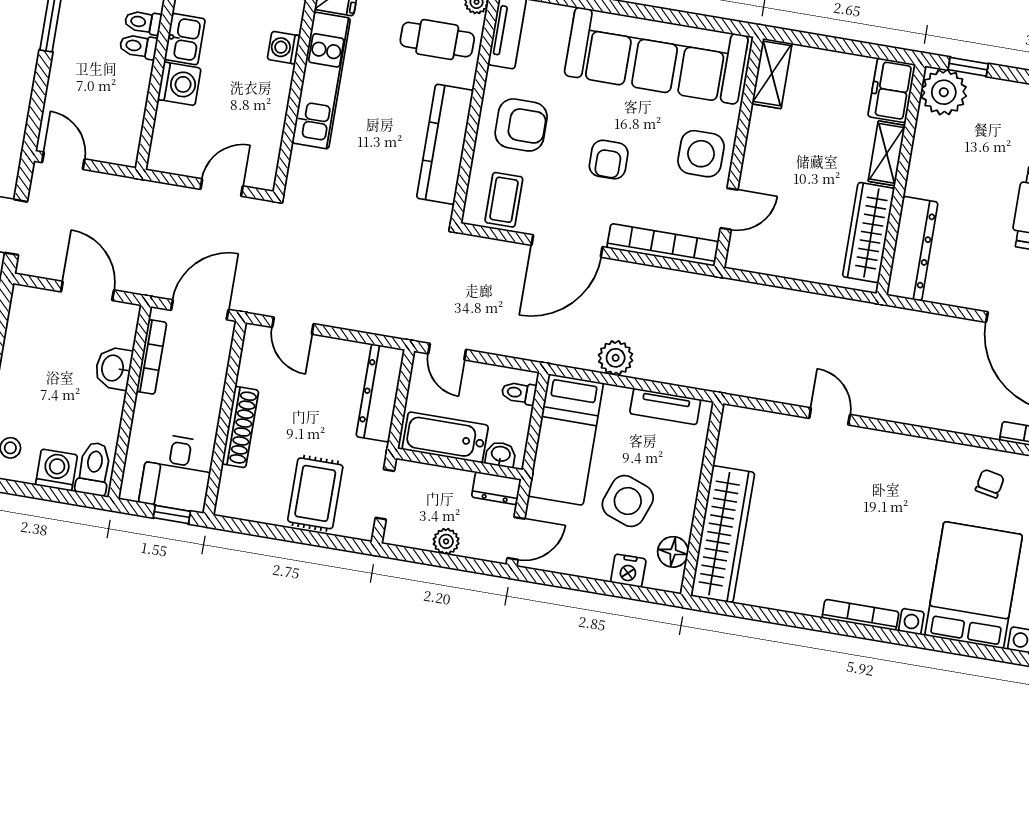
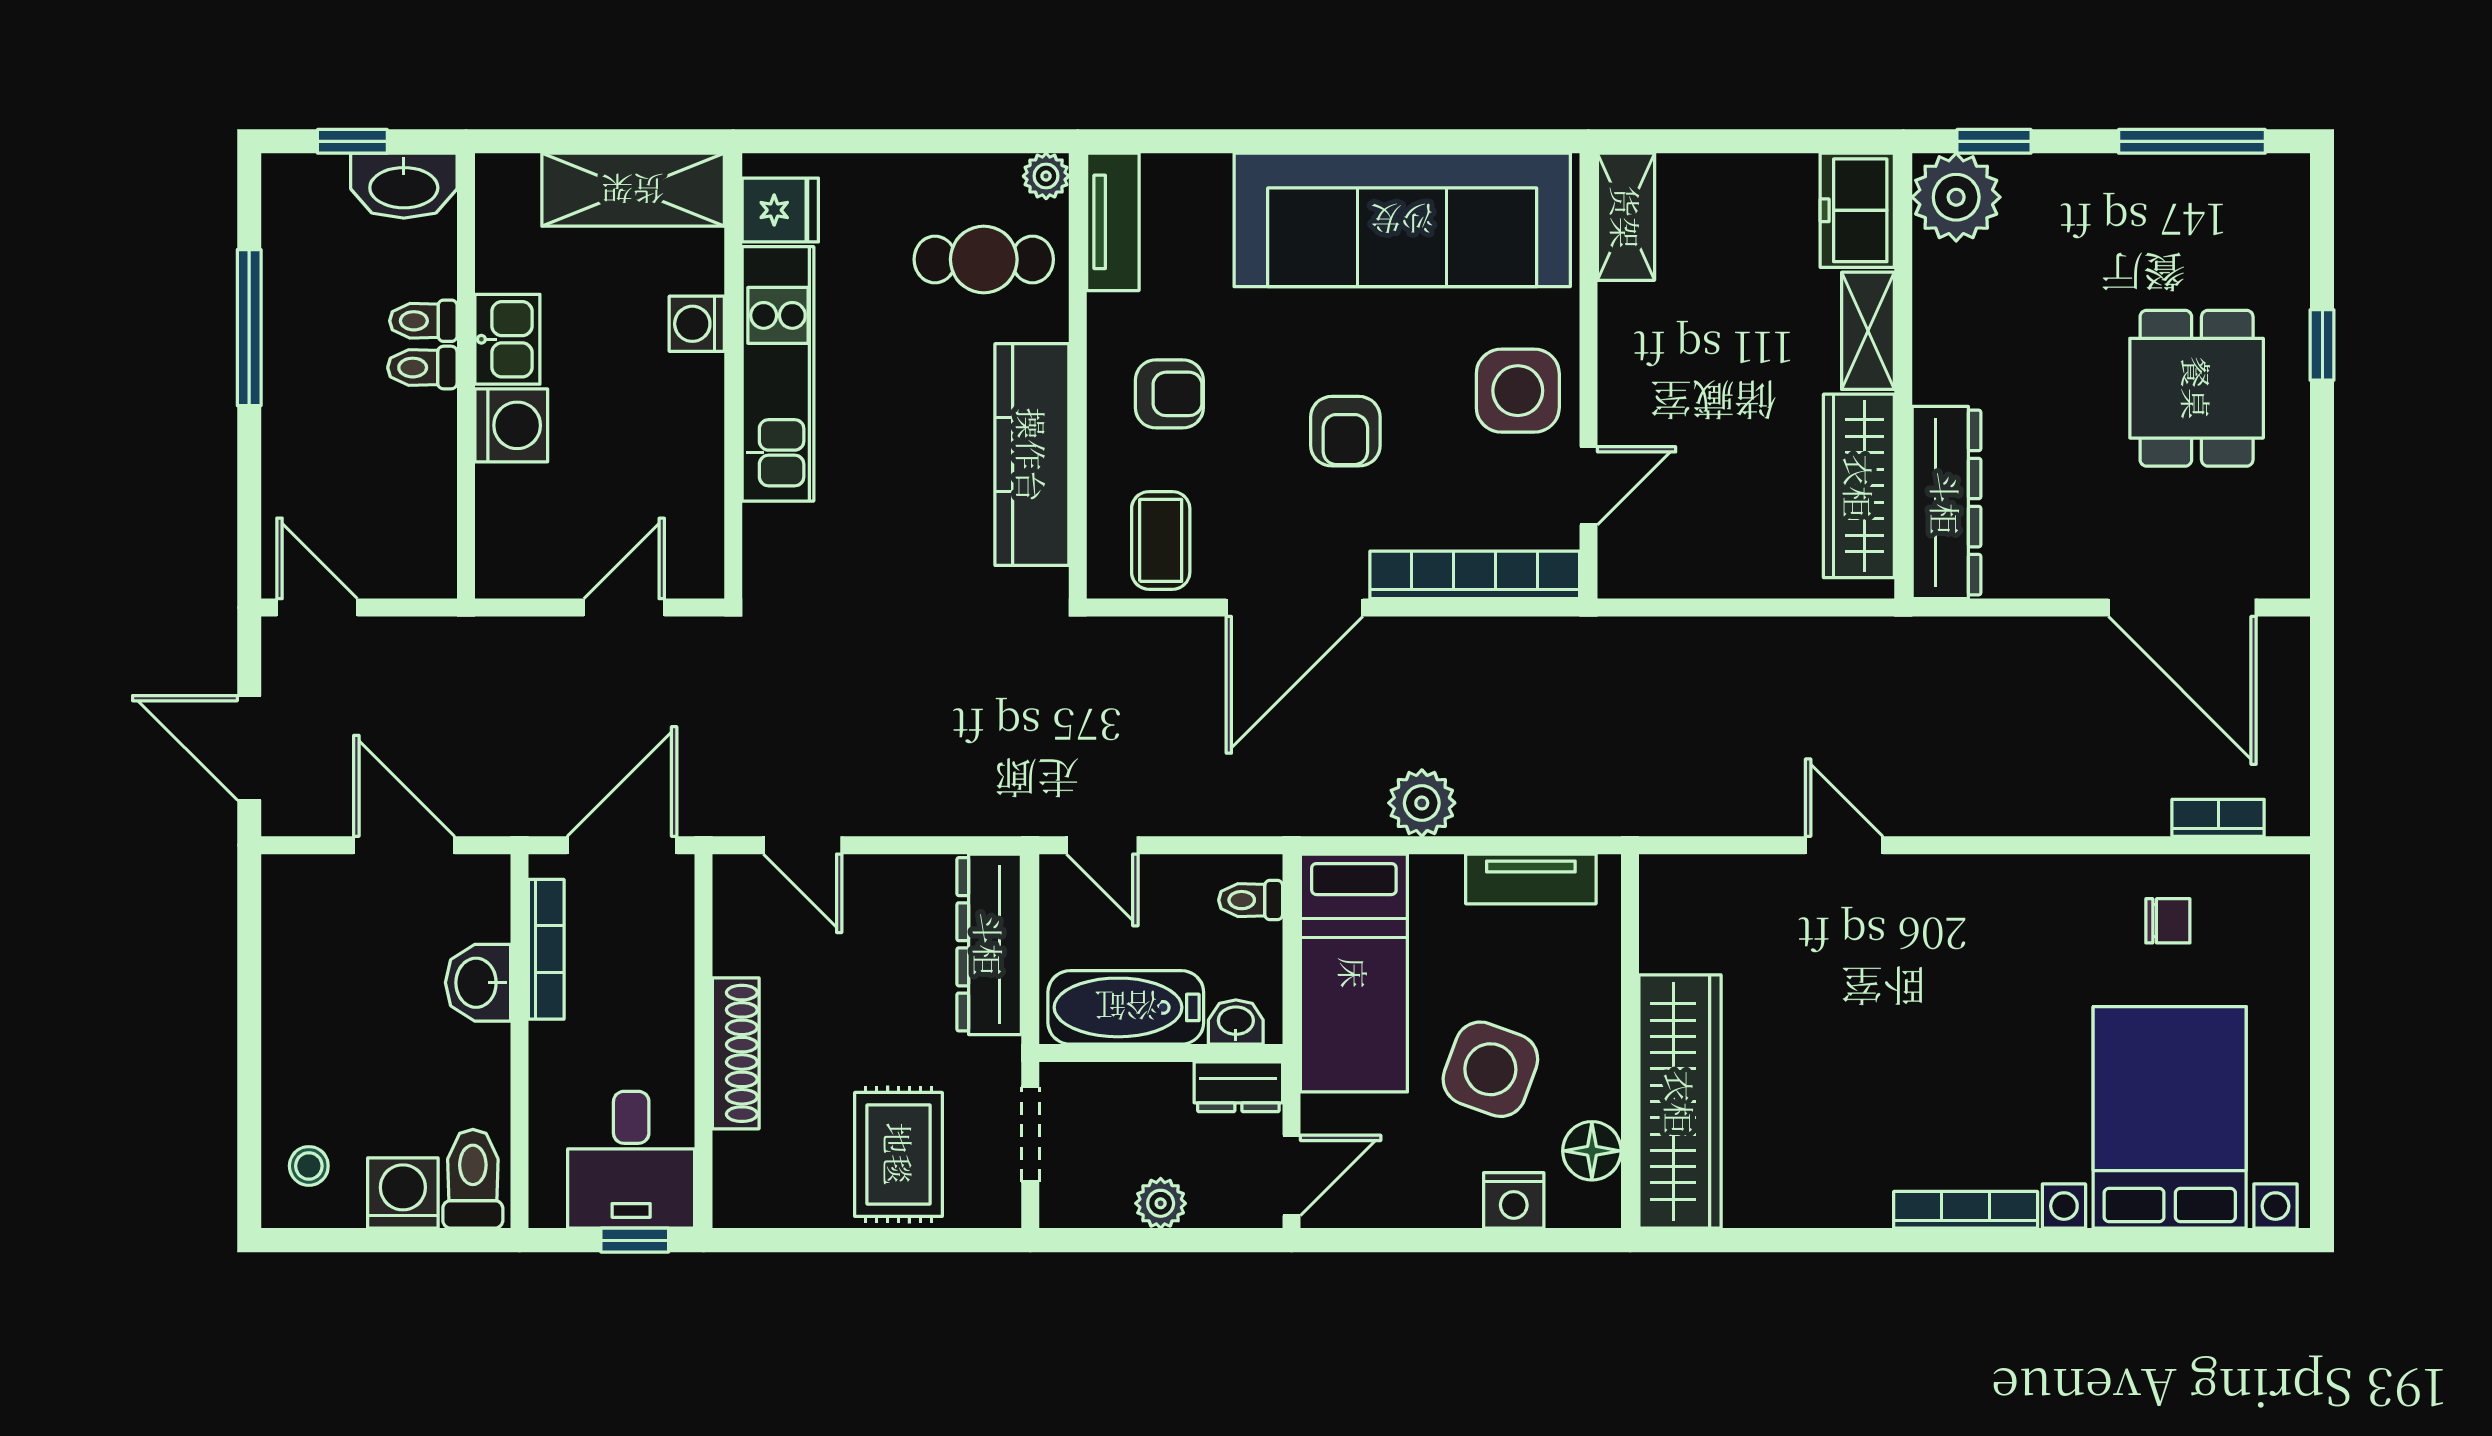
armchair: (521, 125) -> (1169, 394), width x0.72, depth x0.72
chair: (990, 484) -> (2168, 921), turned 79

